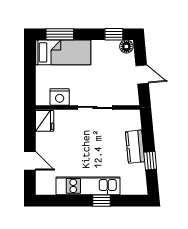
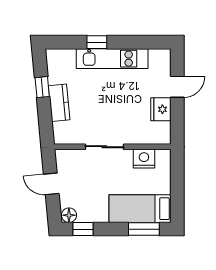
fridge: (45, 121) -> (161, 109), moved
door: (30, 161) -> (177, 87), swing flipped

